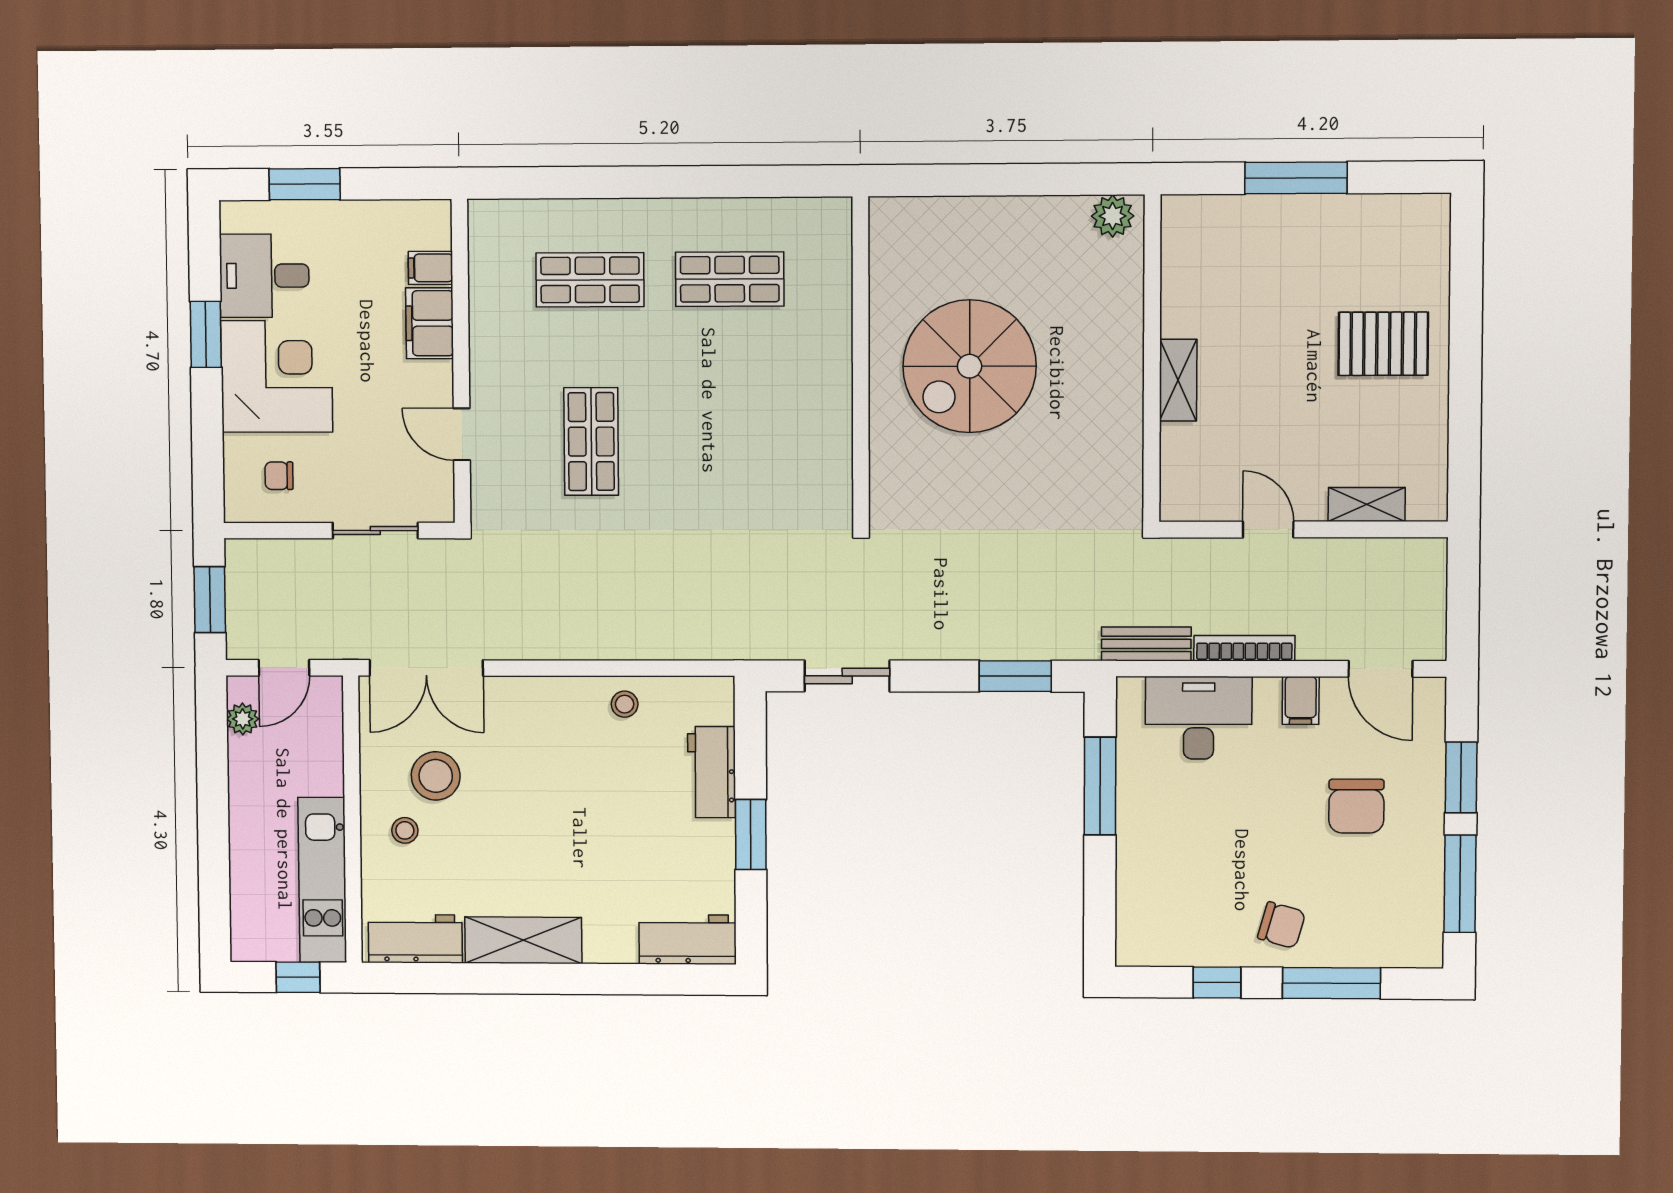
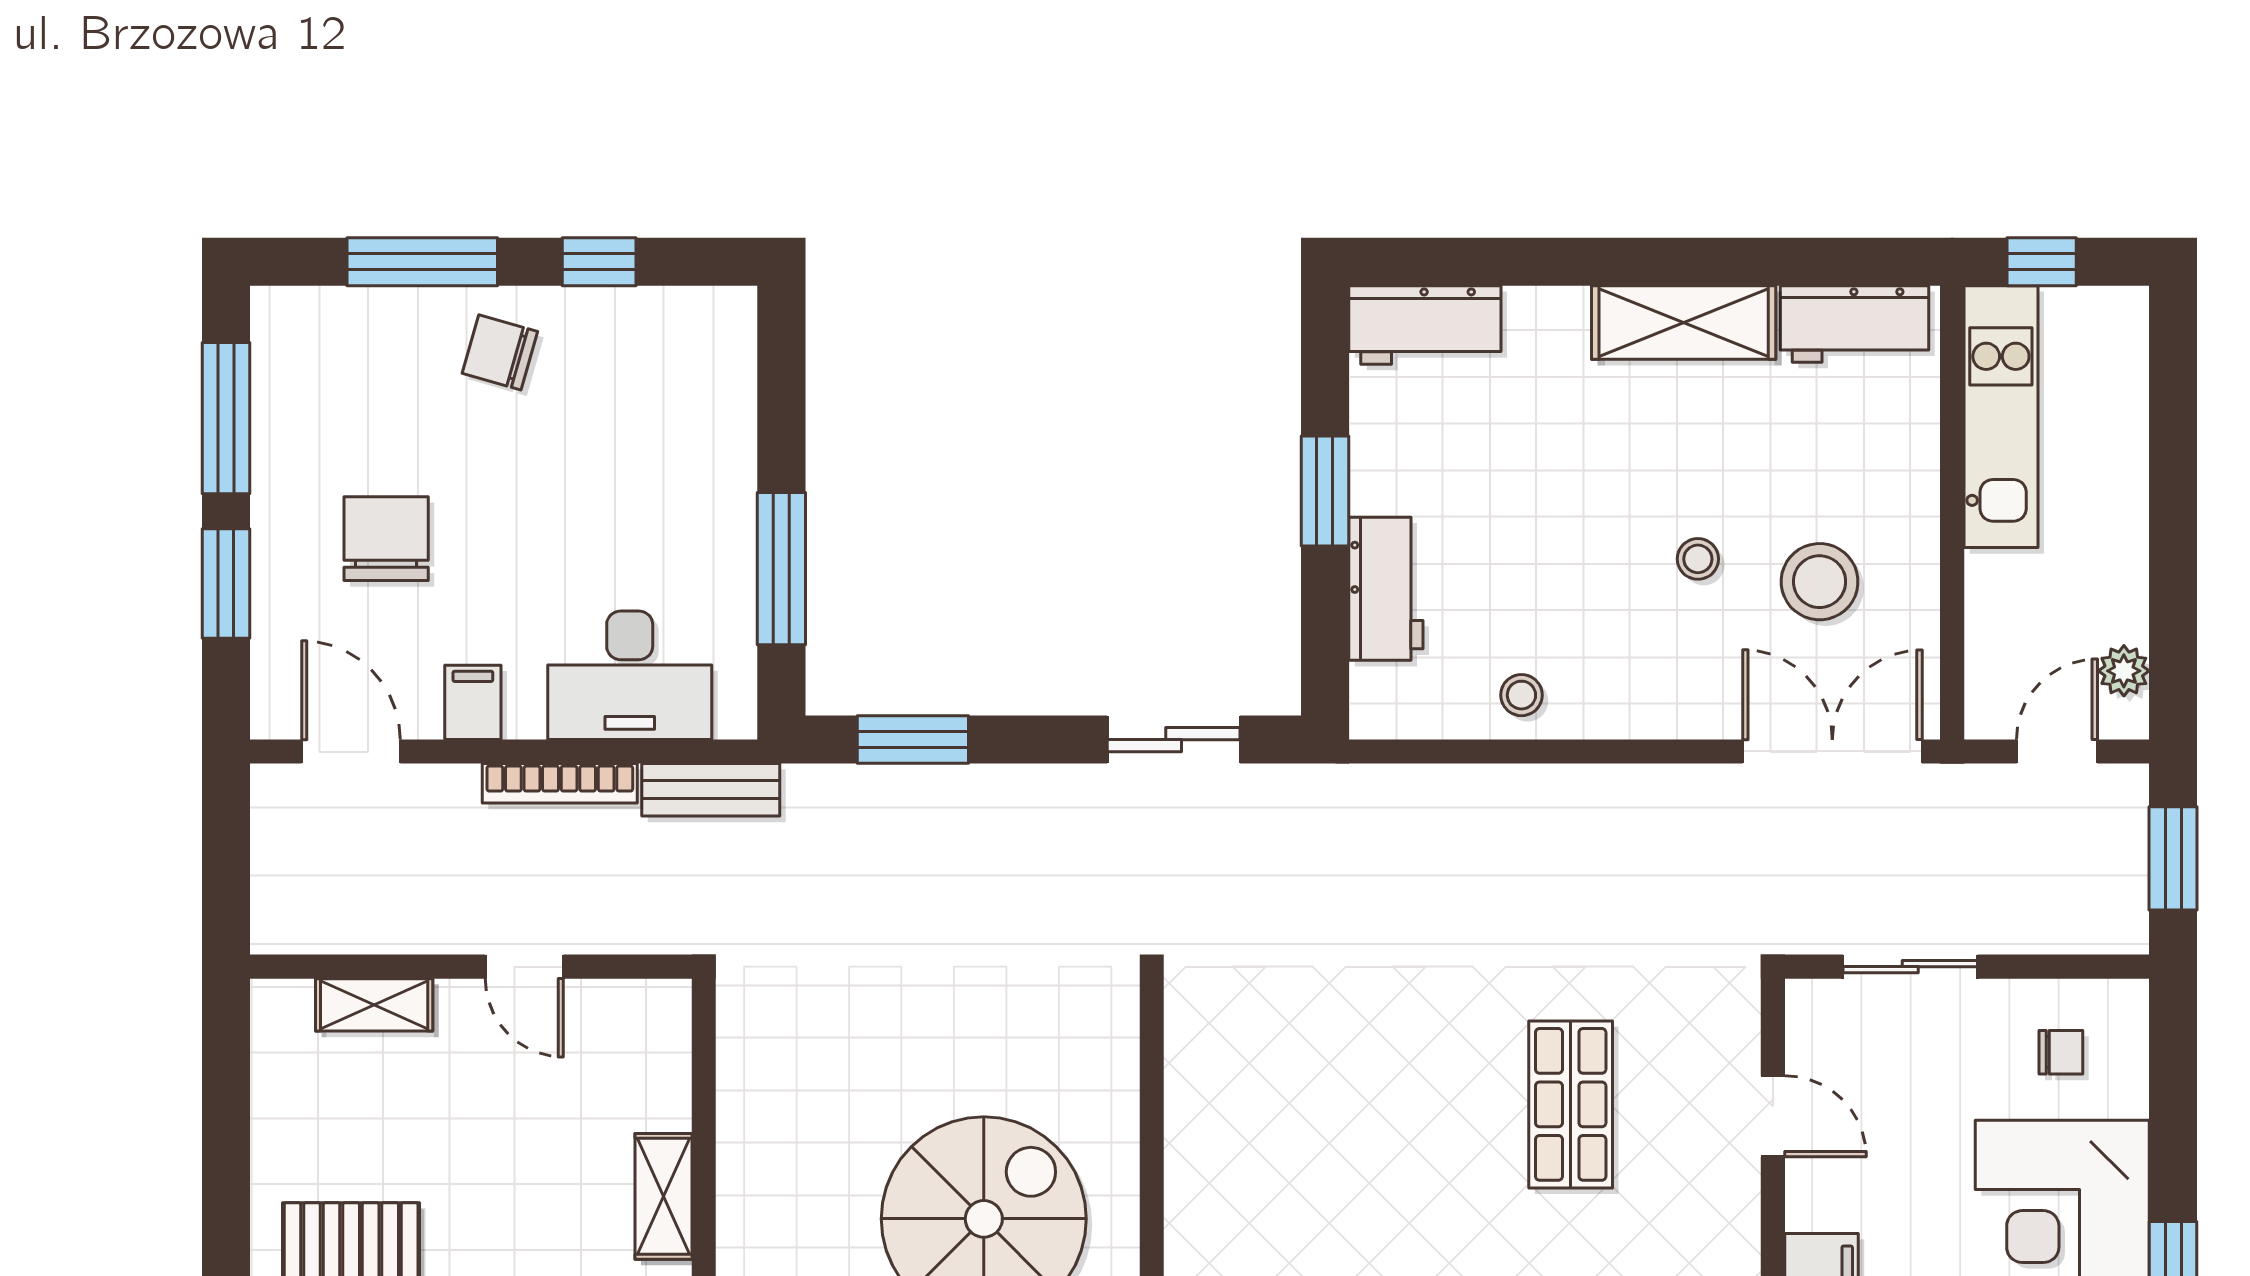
stool: (405, 830) -> (1698, 559), moved

